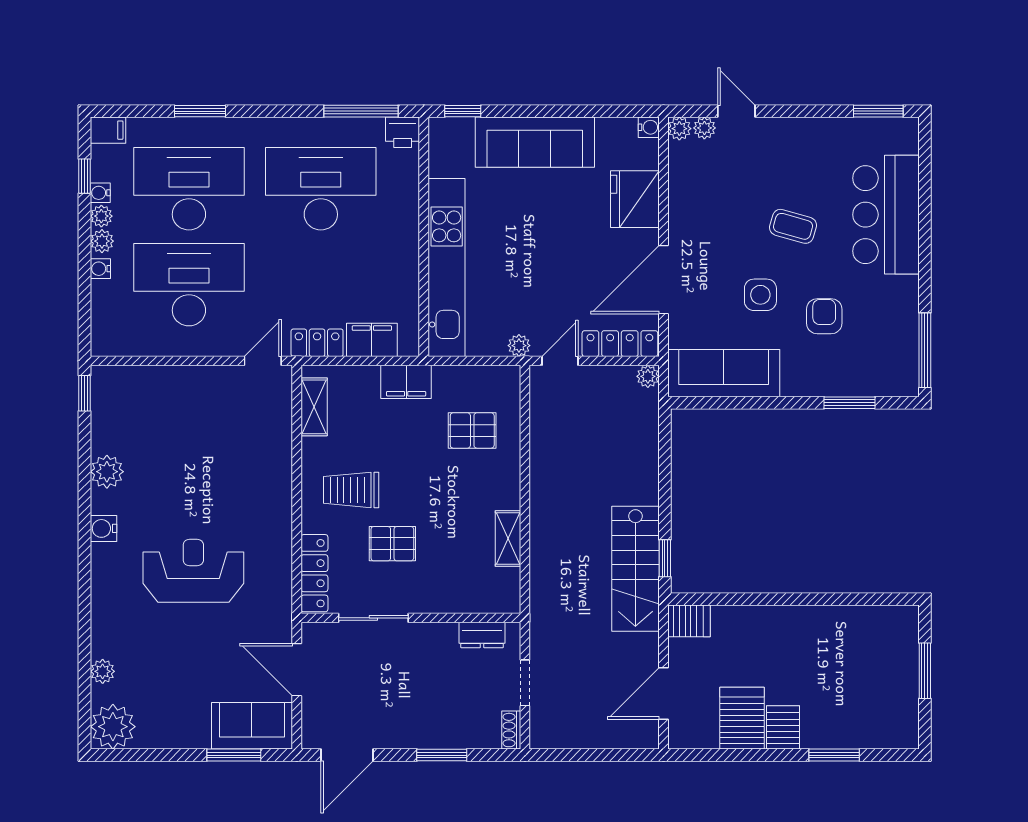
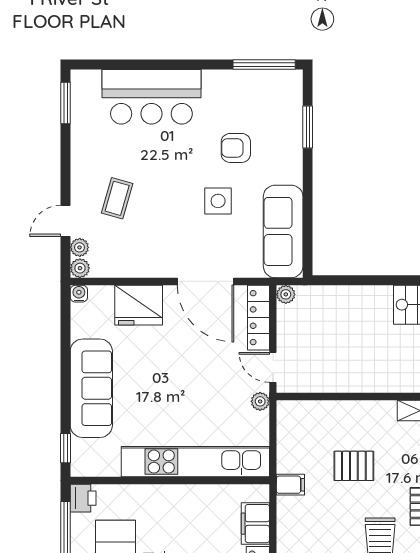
coffee table: (793, 226) -> (117, 198), moved
filing cabinet: (406, 382) -> (290, 485), width x0.50
pallet: (472, 430) -> (354, 466), moved, turned 90

